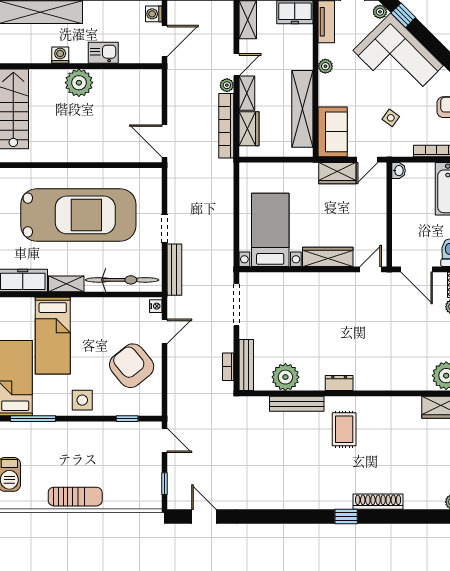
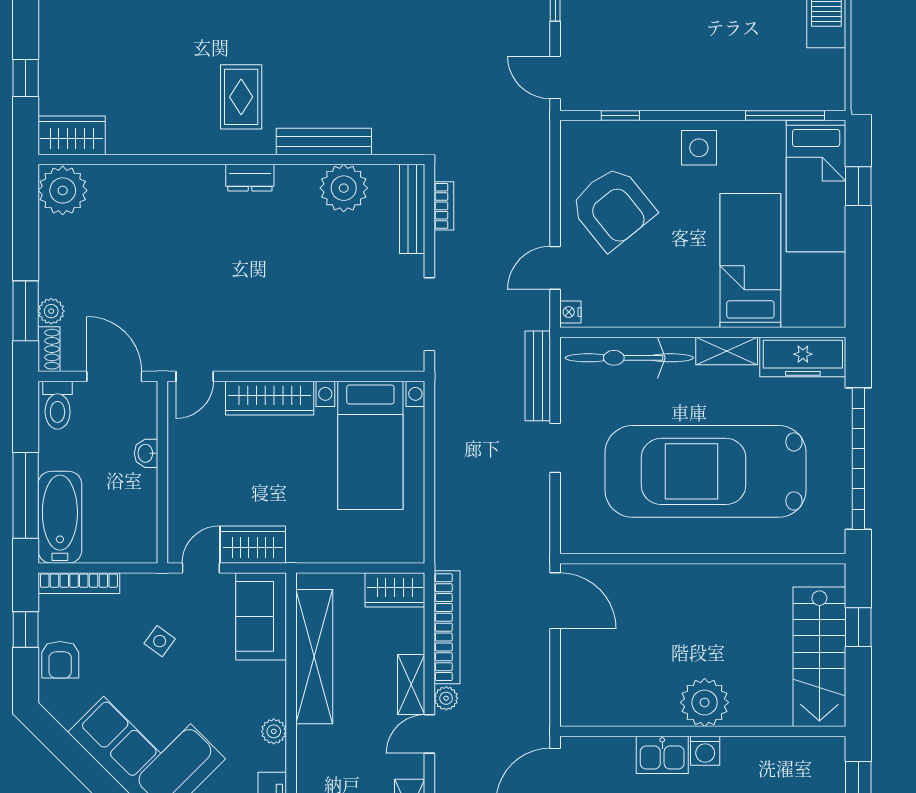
washing machine: (60, 55) -> (705, 751), moved
wardrobe: (249, 129) -> (395, 590), moved, turned -90
washbasin: (399, 171) -> (146, 453), moved

